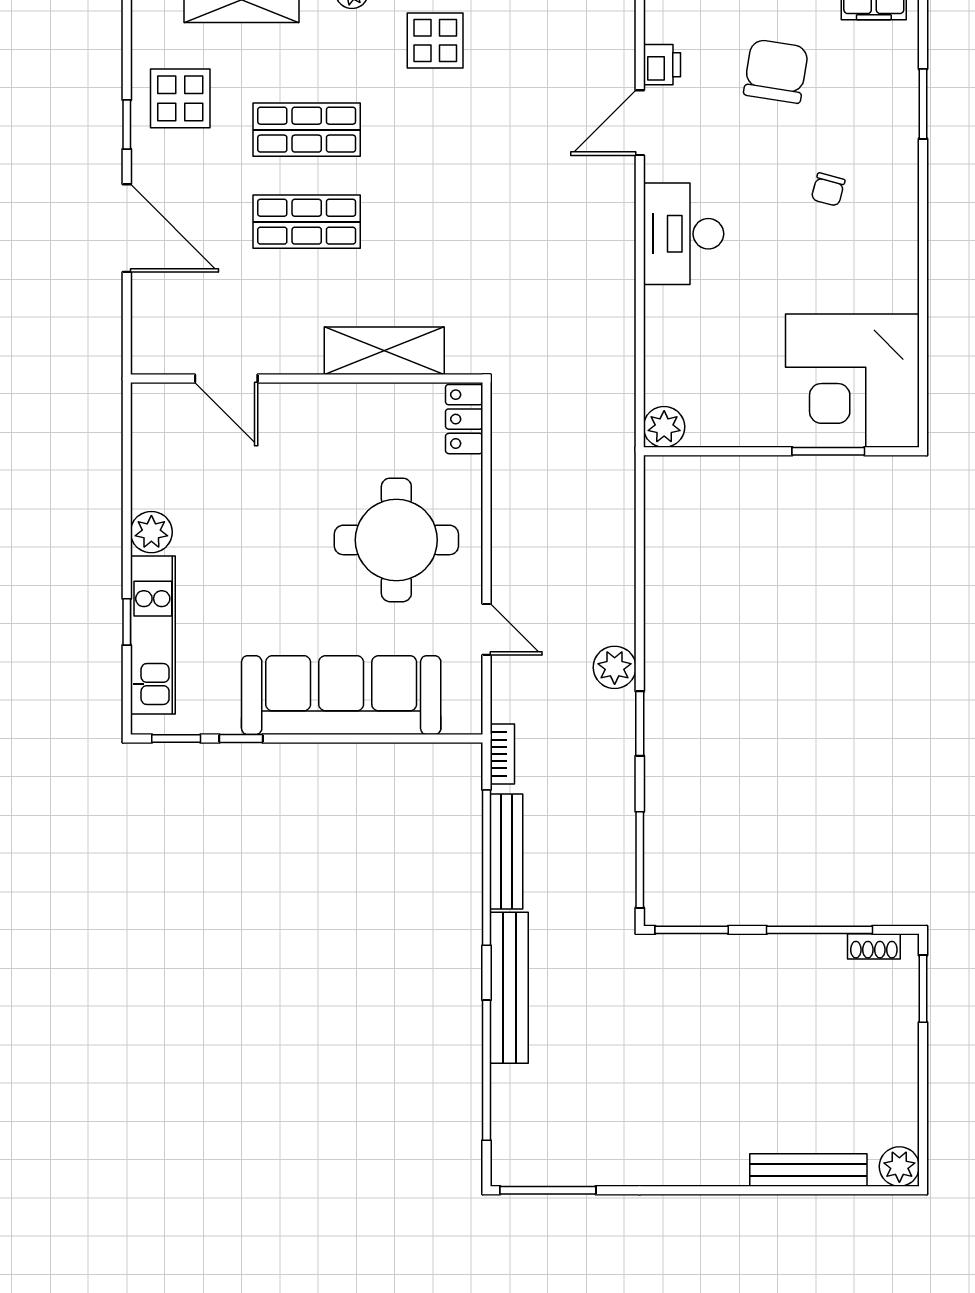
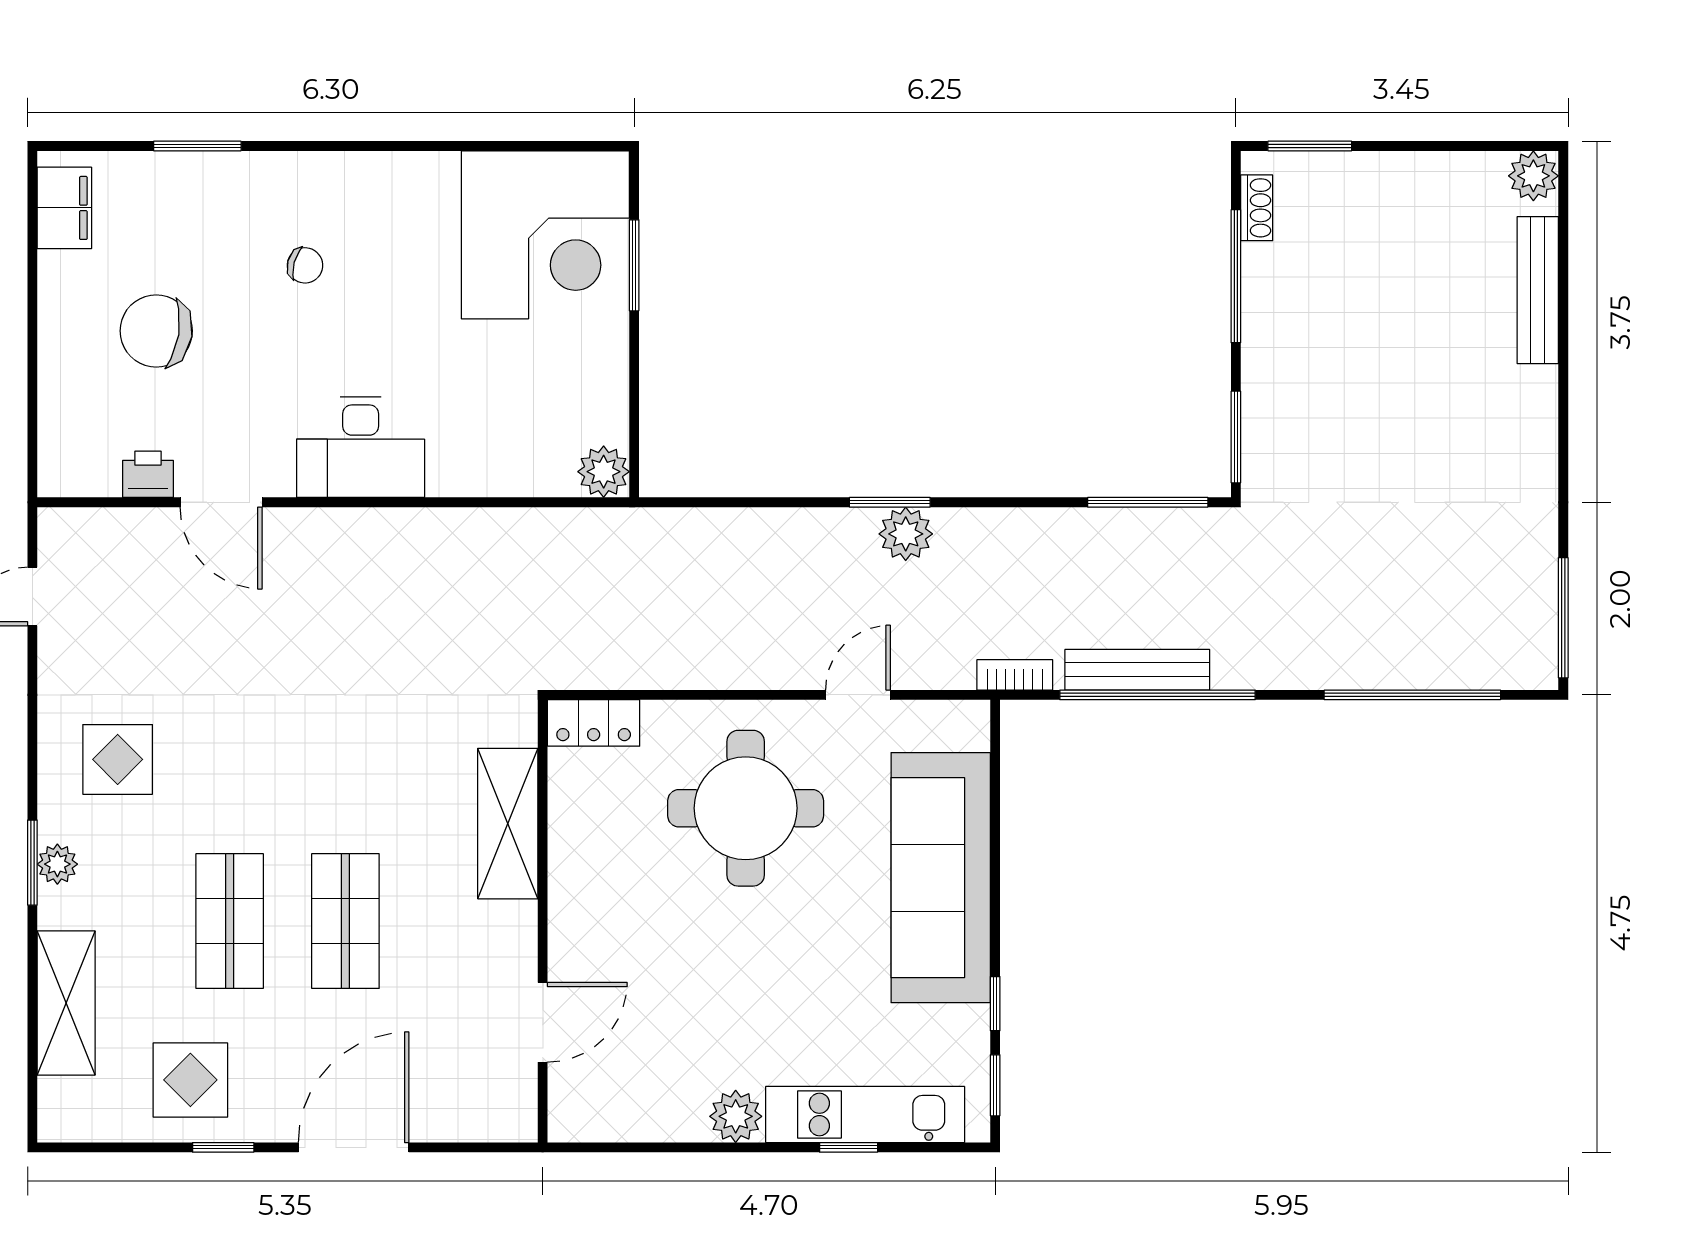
window: (640, 724) -> (890, 502), moved
bench: (509, 988) -> (1309, 666), removed

